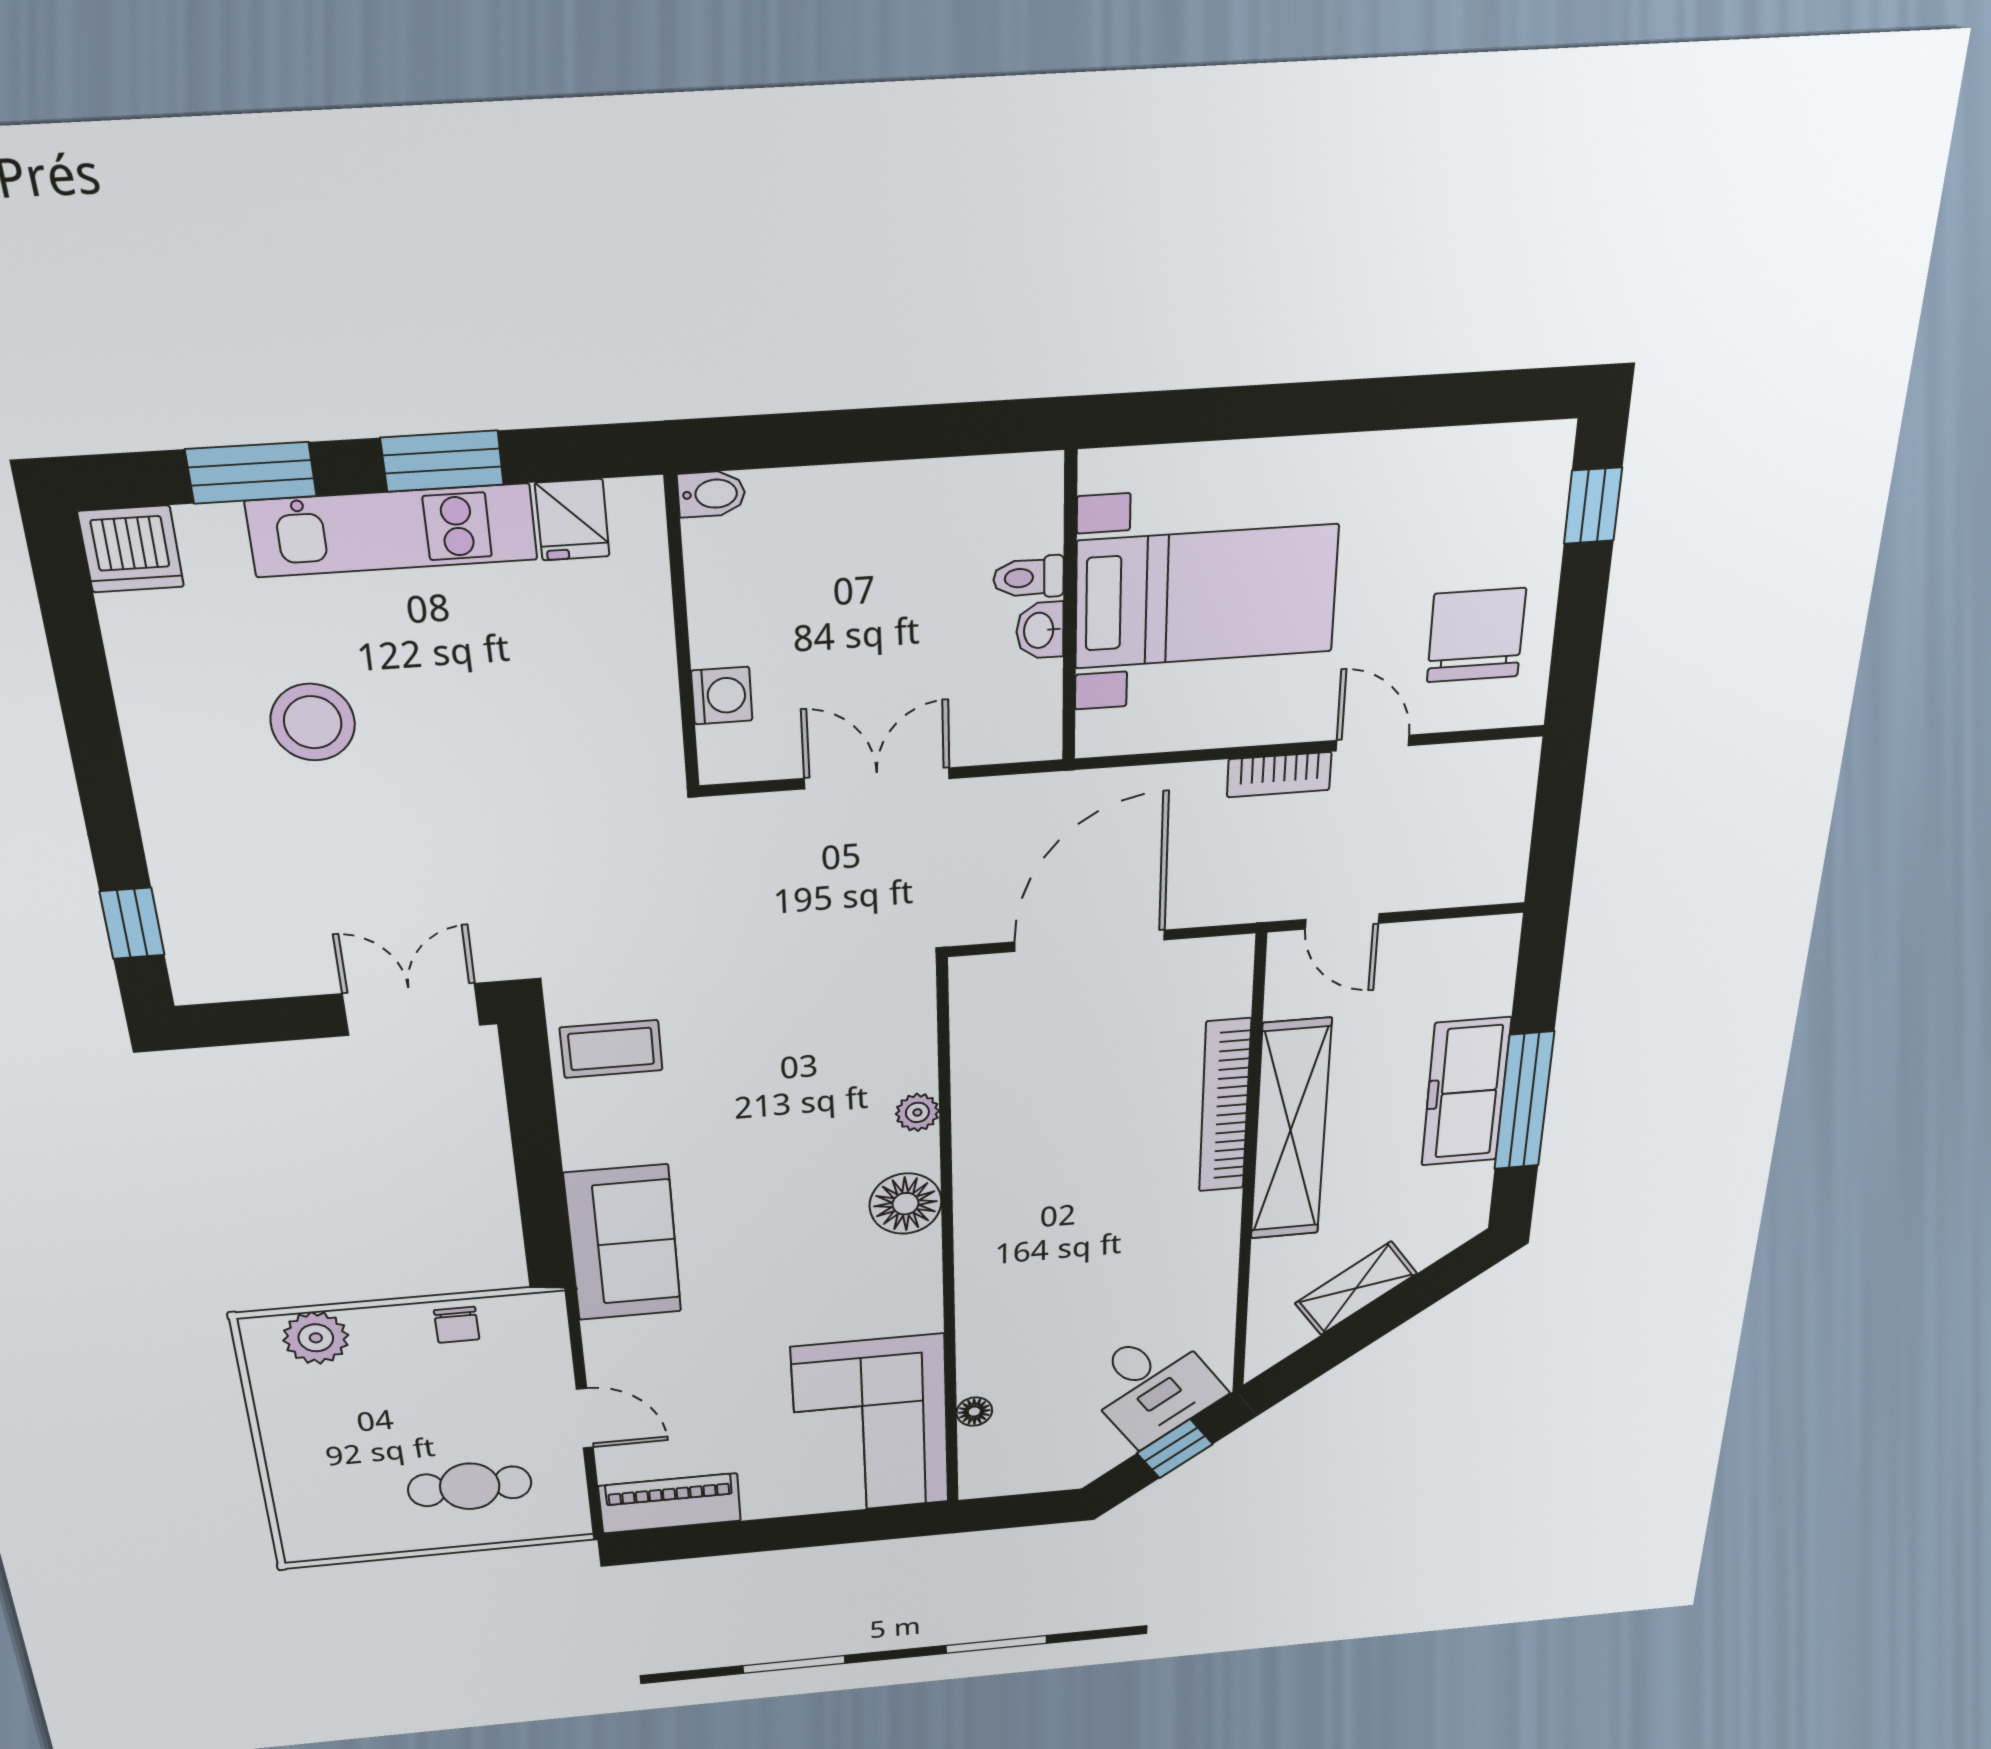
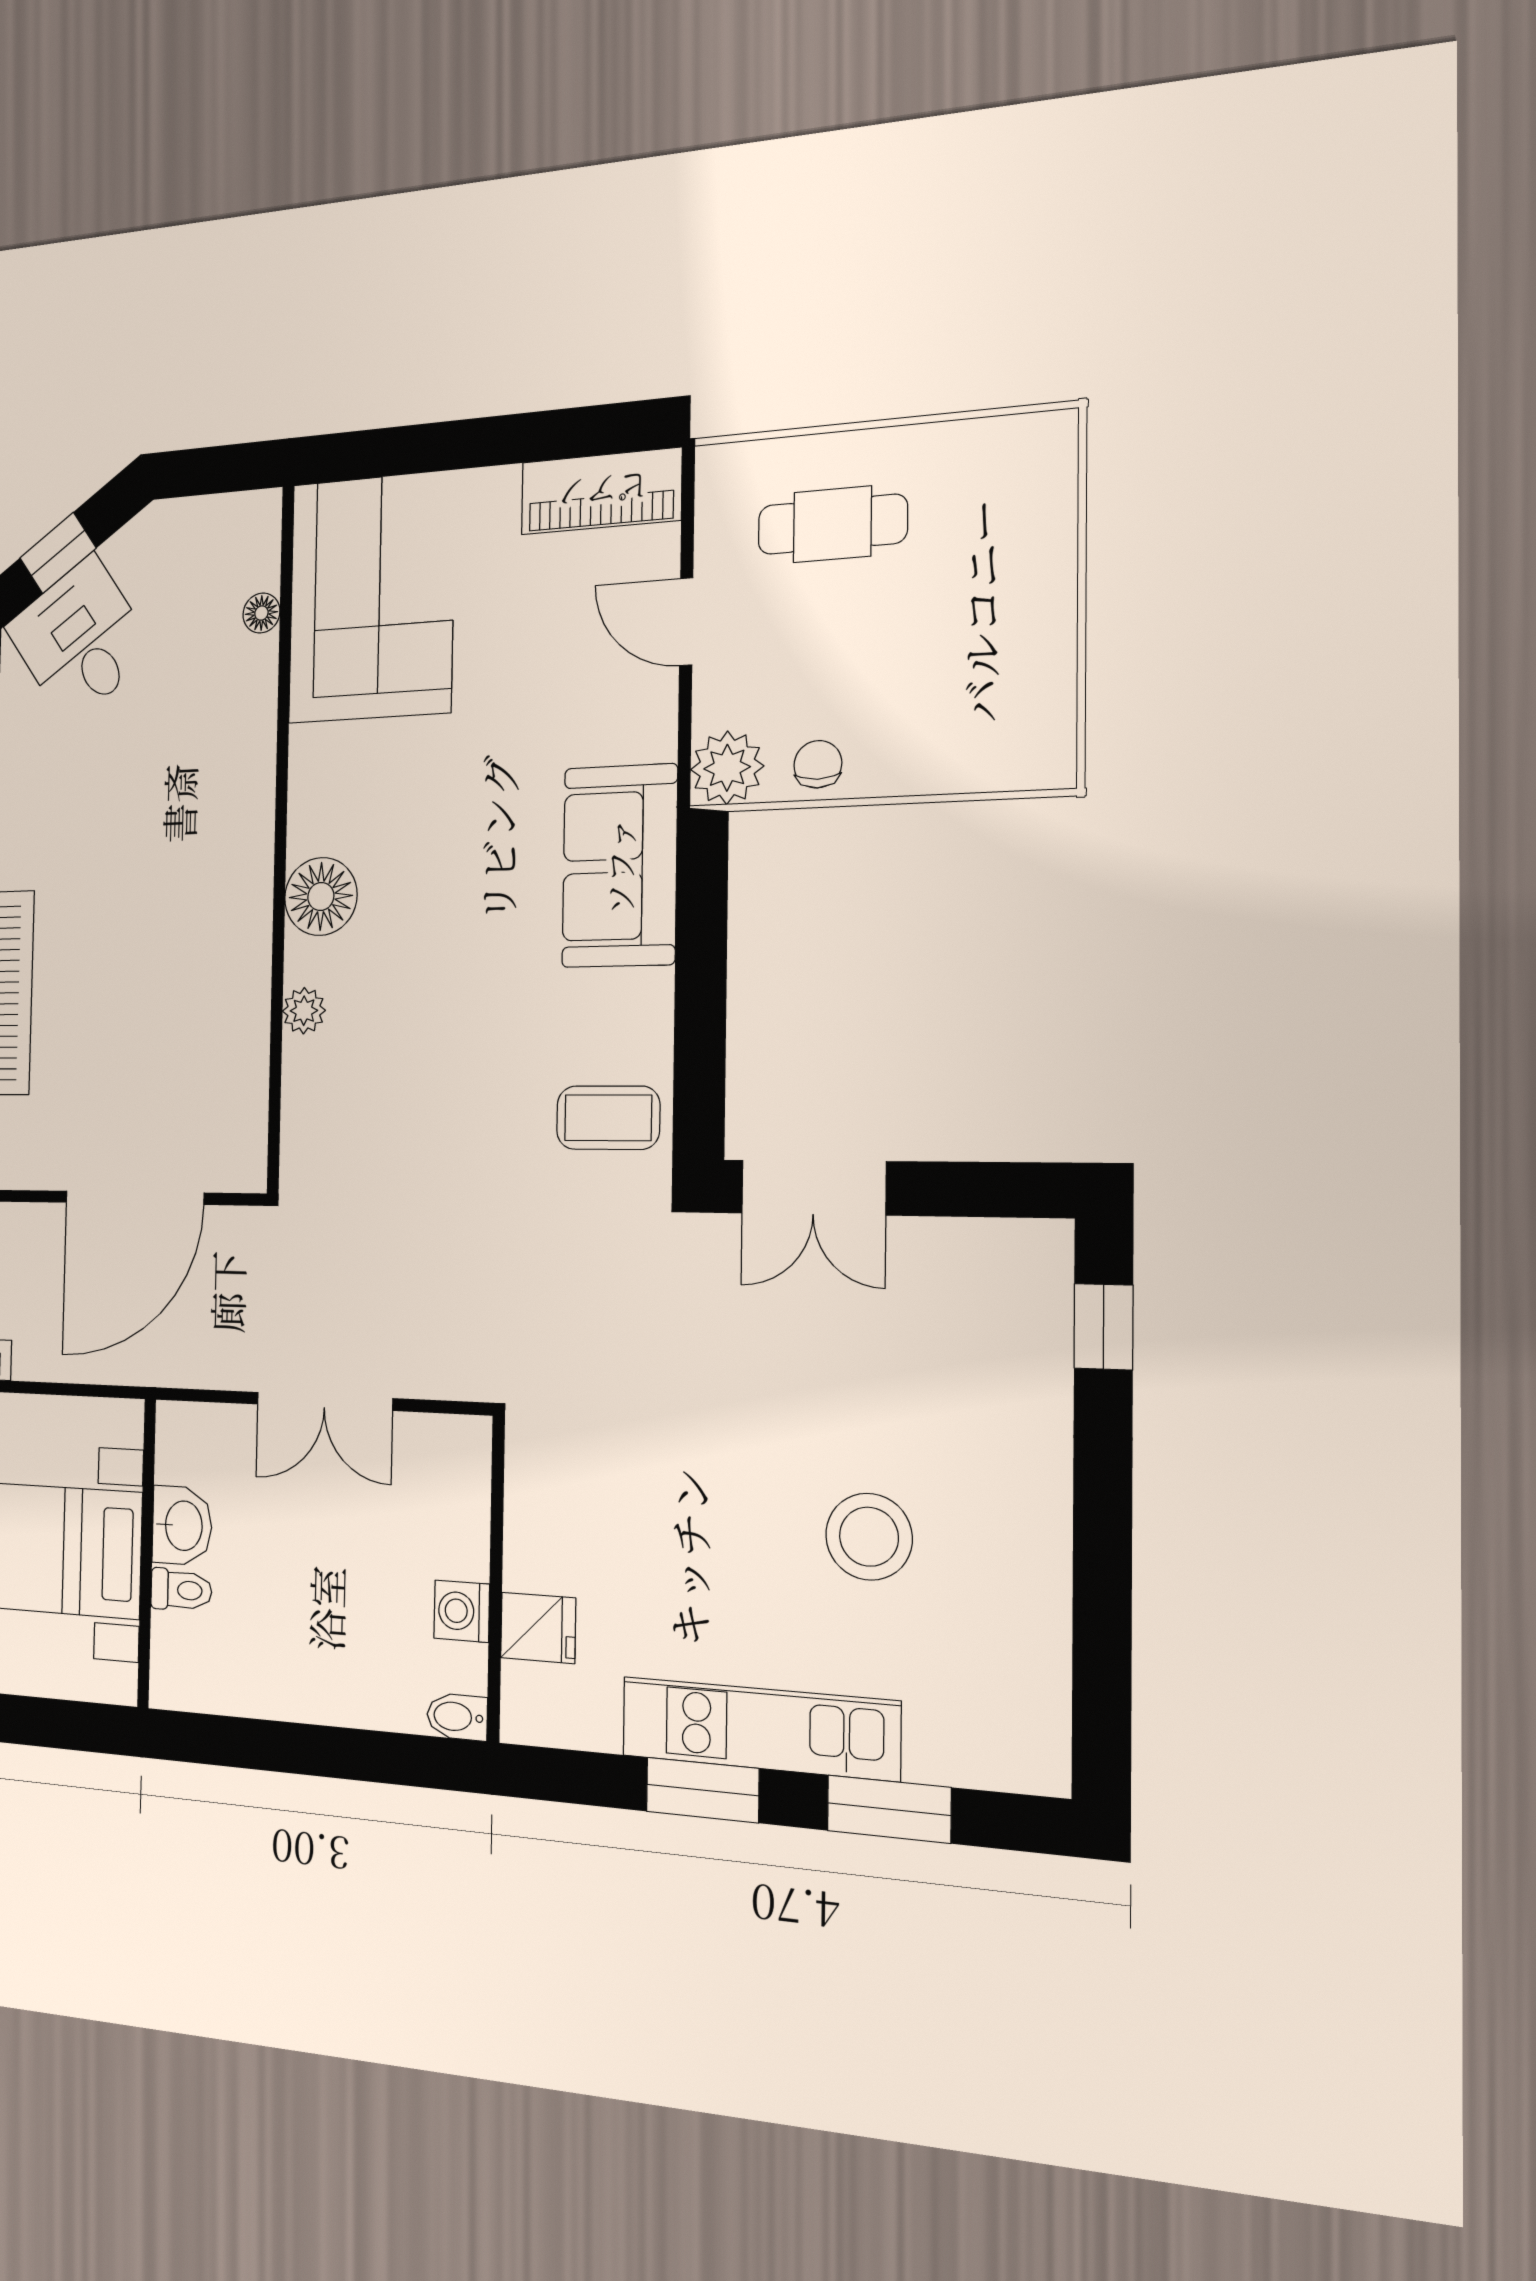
fridge: (572, 520) -> (538, 1628), moved, turned 90
dishwasher: (131, 549) -> (1024, 1751), removed
washbasin: (1040, 630) -> (182, 1526), width x1.38, depth x1.45
washing machine: (722, 696) -> (462, 1611), moved
plant: (316, 1338) -> (727, 768), moved

